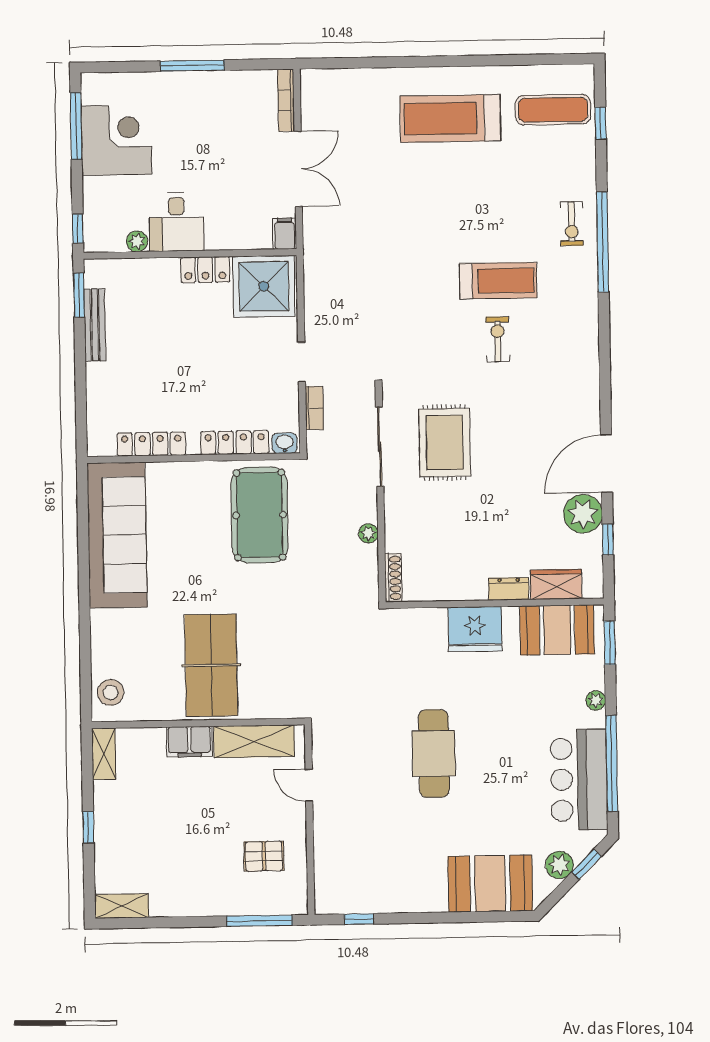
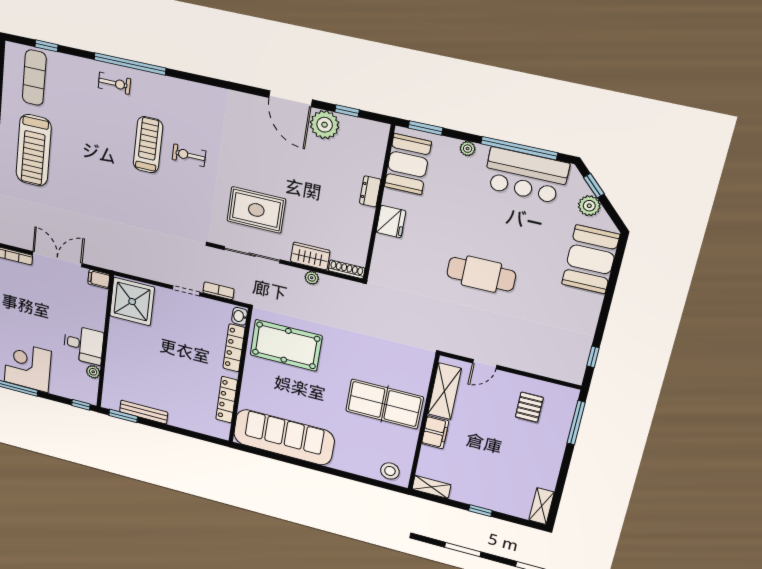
locker: (205, 270) -> (116, 335), removed
wardrobe: (556, 584) -> (310, 256), moved, turned 90
fridge: (475, 629) -> (391, 222), width x0.73, depth x0.75

